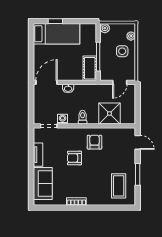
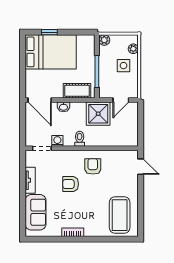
bed: (57, 34) -> (51, 52), width x1.50
cot: (90, 68) -> (77, 91), moved, turned 90
door: (47, 82) -> (40, 100), swing flipped
shower: (109, 113) -> (98, 114), moved
window: (138, 174) -> (141, 202), removed
coffee table: (119, 186) -> (120, 215), width x1.36, depth x1.32

